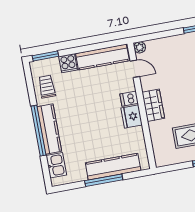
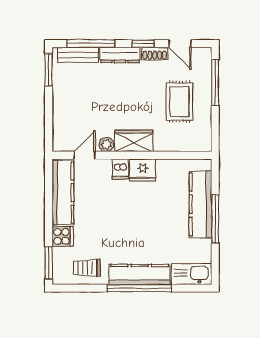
plant: (140, 47) -> (106, 145), moved
kitchen sink: (56, 165) -> (191, 274), width x1.38

